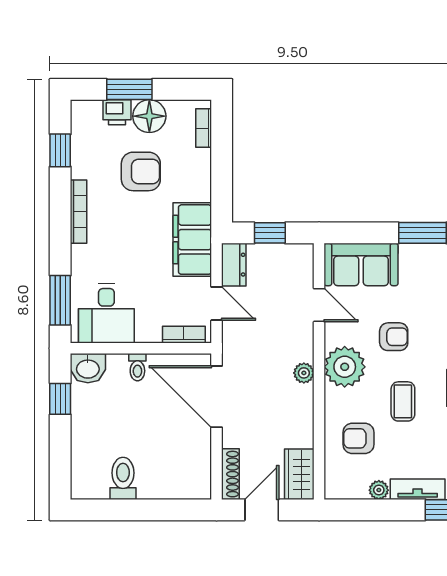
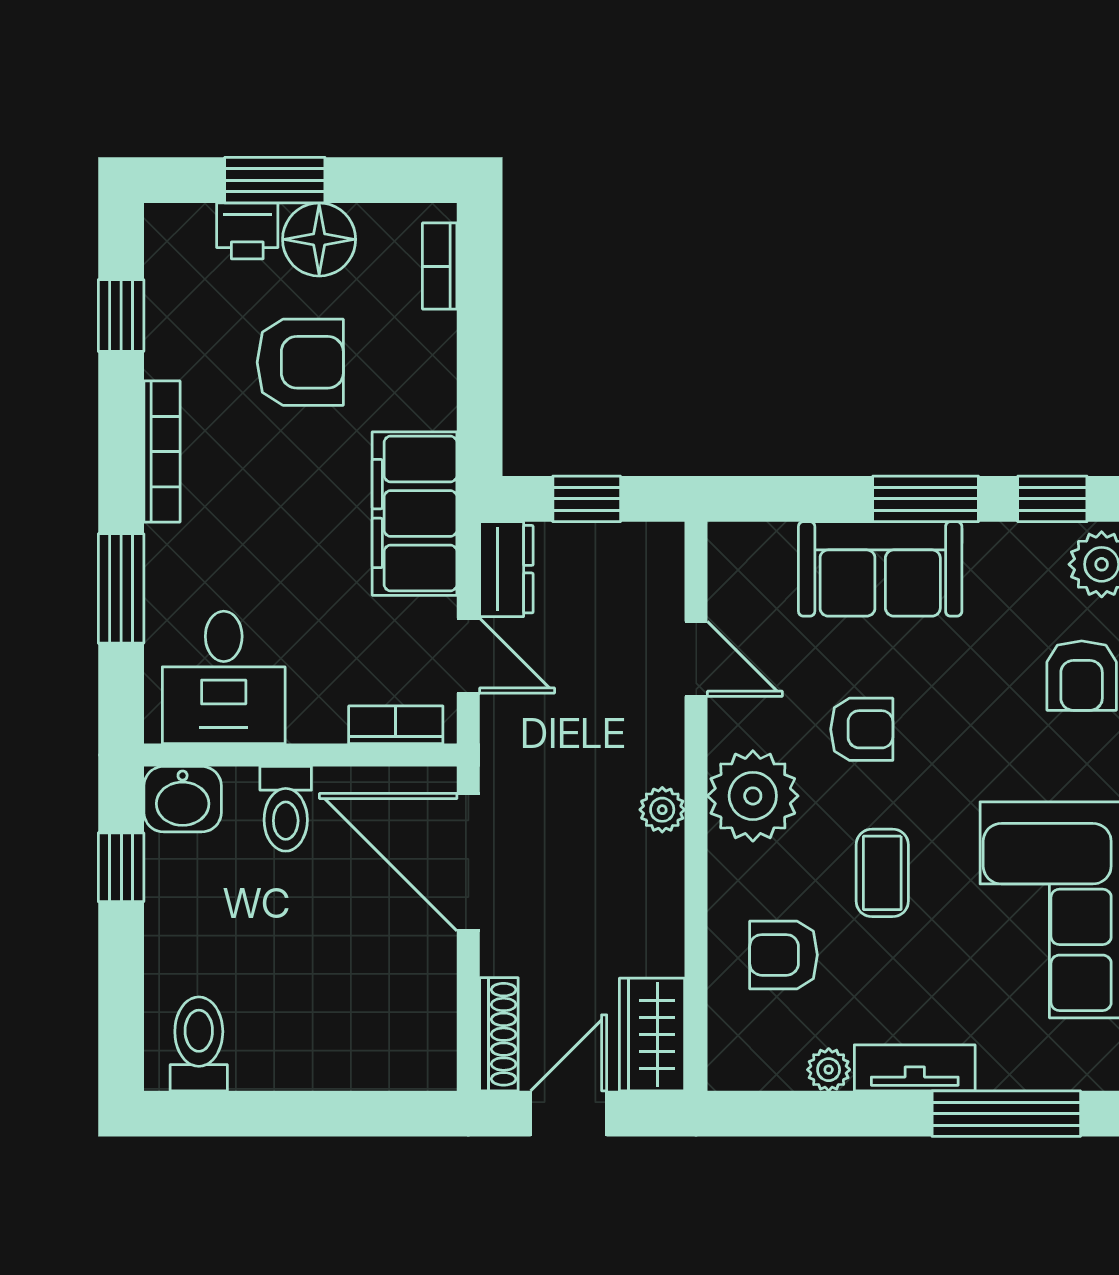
sofa: (361, 264) -> (880, 569), moved
window: (60, 300) -> (121, 588), moved
toilet: (137, 367) -> (286, 809), width x1.37, depth x1.39
toilet: (123, 478) -> (199, 1044), moved

